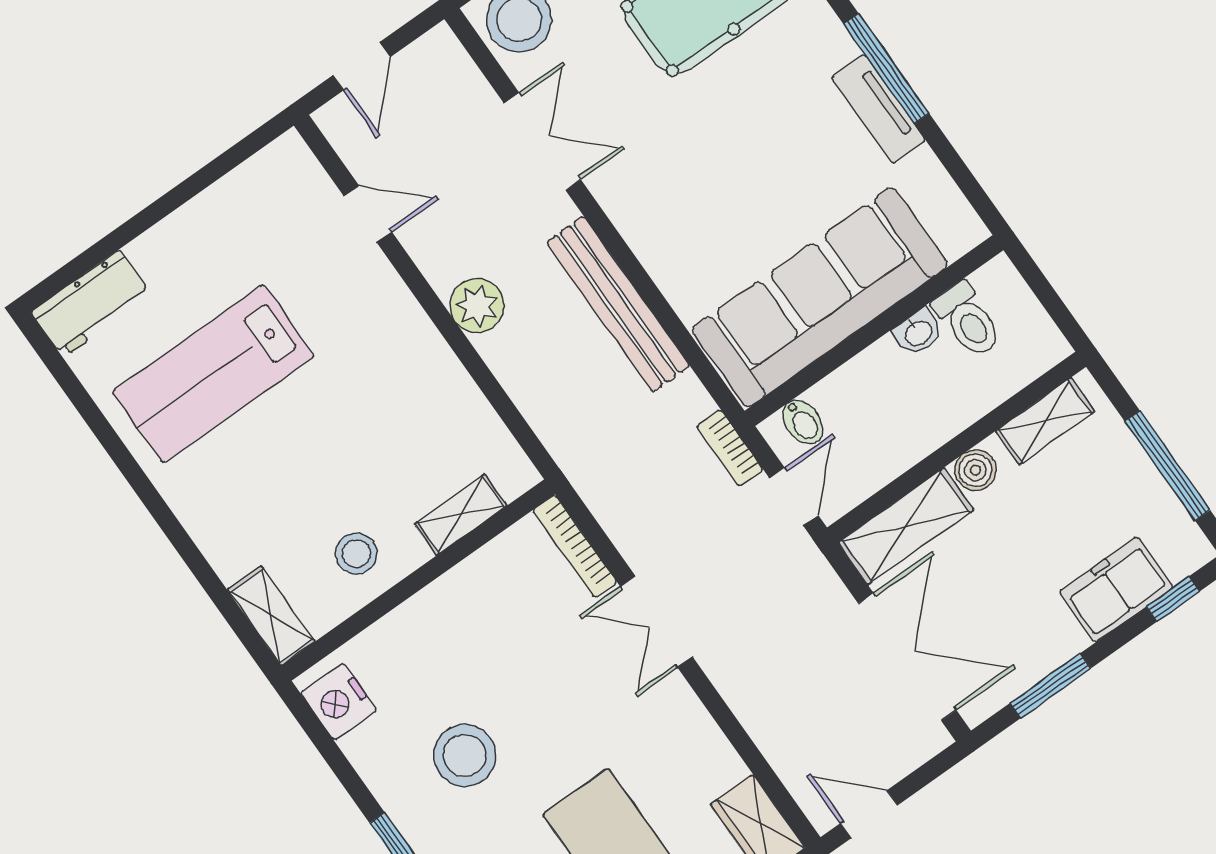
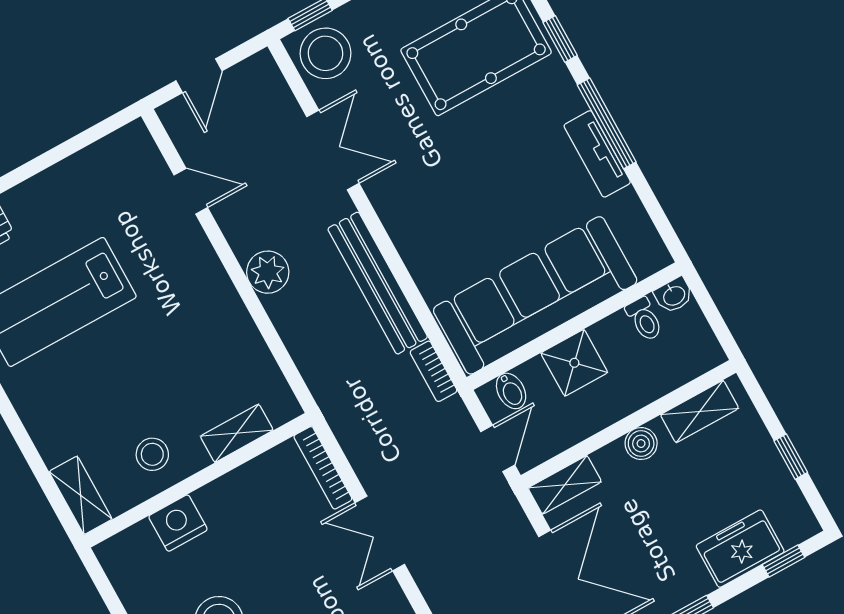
toilet: (968, 320) -> (644, 319), width x0.73, depth x0.72
washbasin: (918, 332) -> (674, 295), moved
shower: (879, 377) -> (574, 363), added
bookcase: (730, 448) -> (434, 371), moved
window: (1167, 466) -> (791, 457), width x0.46
shelving: (906, 526) -> (565, 485), width x0.67, depth x0.75
nightstand: (339, 702) -> (178, 523), moved, turned 90

